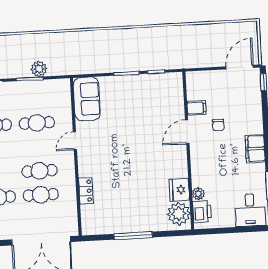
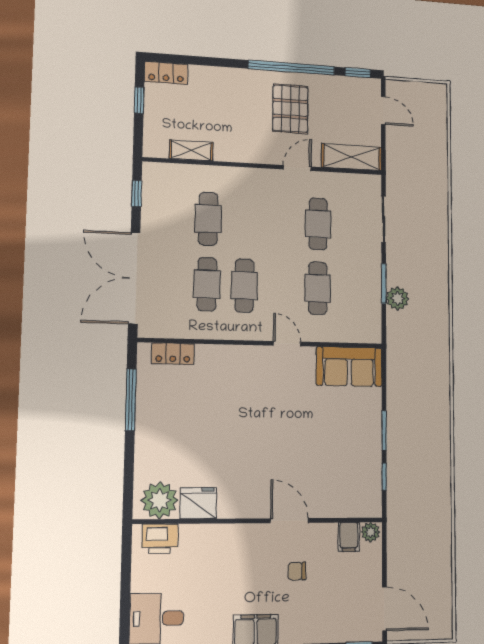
filing cabinet: (197, 108) -> (349, 537), moved
locker: (86, 191) -> (173, 354), moved
plant: (198, 194) -> (371, 532), moved
window: (133, 236) -> (131, 400), moved

